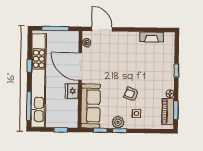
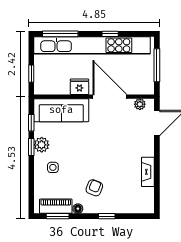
fireplace: (152, 37) -> (148, 172), moved
door: (80, 67) -> (110, 97), hinge flipped
armchair: (131, 94) -> (94, 188), moved

